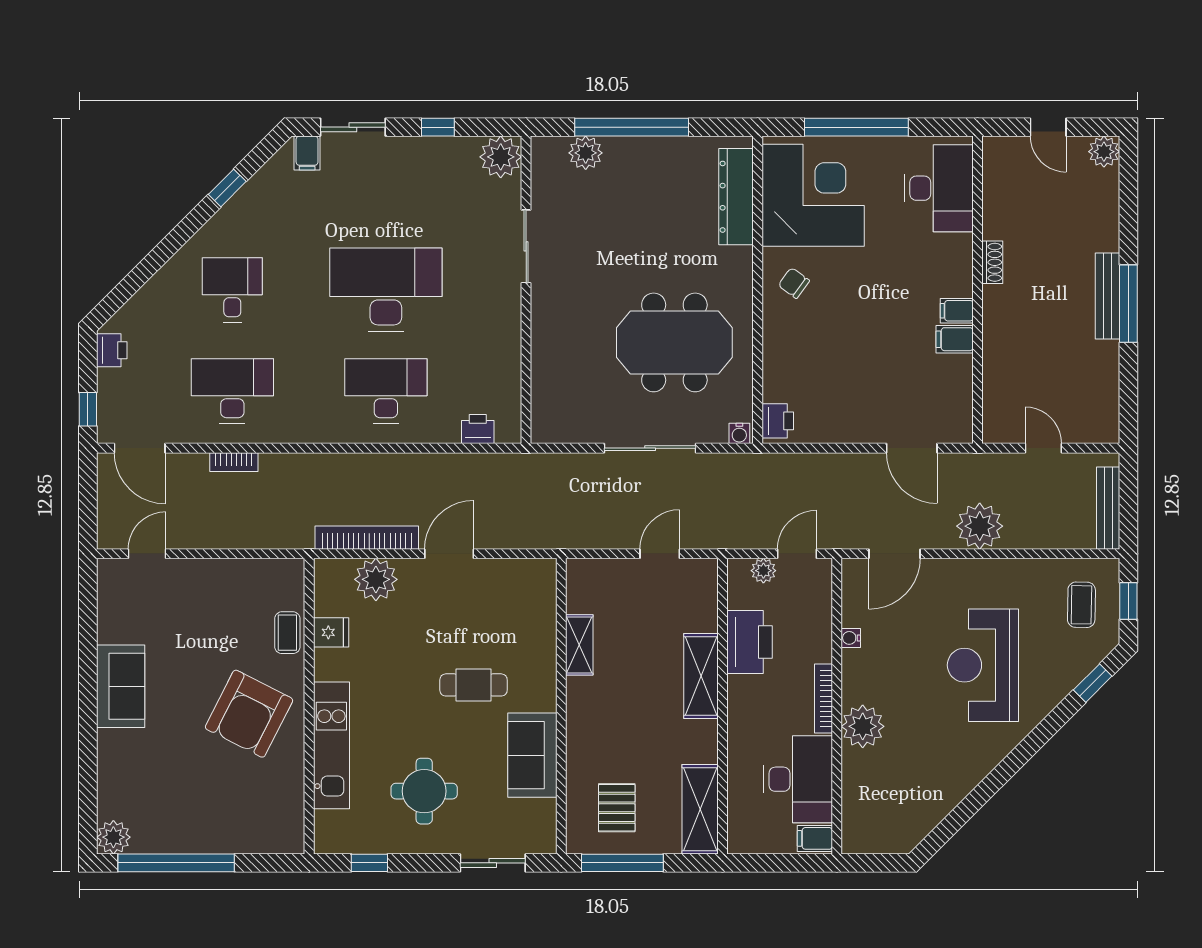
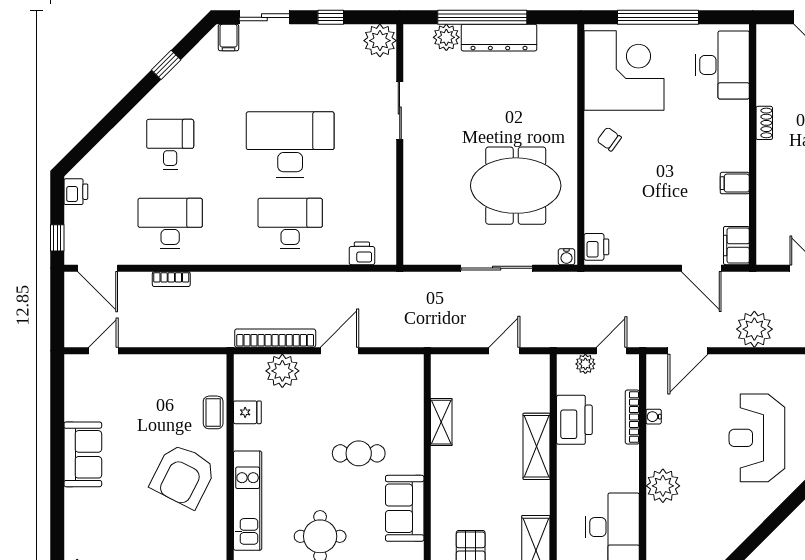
dresser: (736, 197) -> (499, 38), moved, turned -90
filing cabinet: (957, 311) -> (736, 246), moved, width x2.00
bookcase: (824, 699) -> (632, 417), moved

